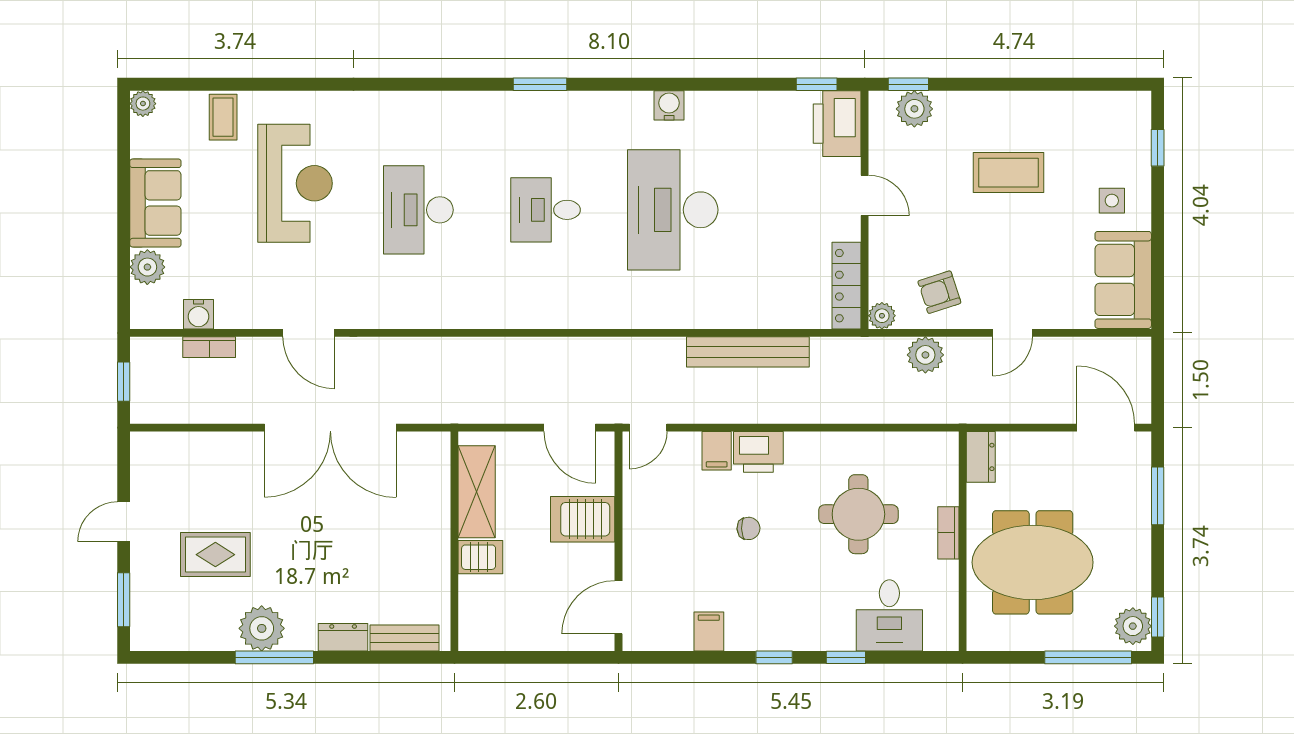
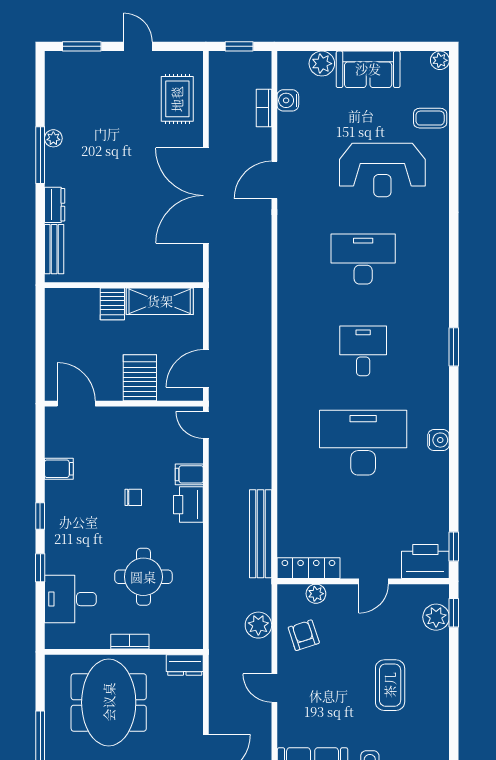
plant: (882, 316) -> (316, 594), moved
bench: (748, 352) -> (261, 534), moved
chair: (748, 528) -> (133, 497), turned -88
rug: (215, 555) -> (177, 99), moved
plant: (262, 628) -> (53, 138), width x0.53, depth x0.53

